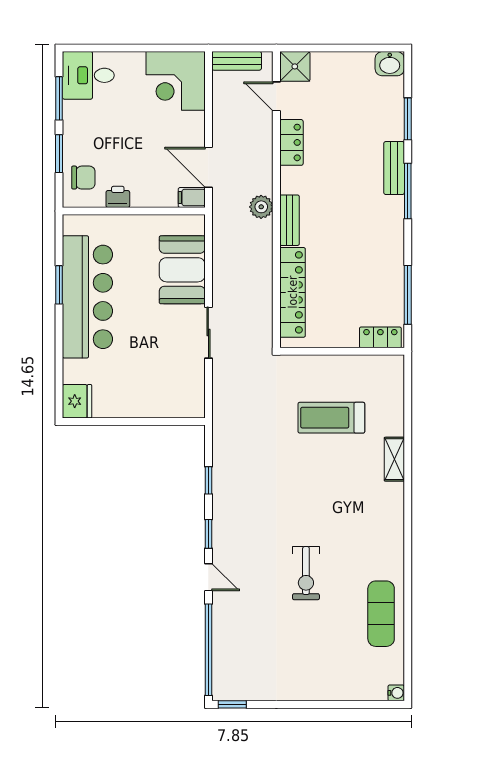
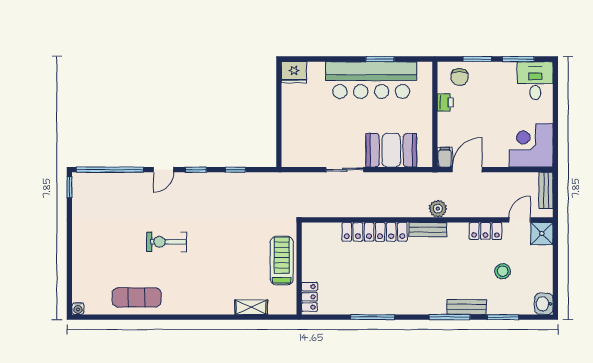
stool: (346, 119) -> (503, 271), added
locker: (380, 337) -> (309, 297), moved
wall: (342, 351) -> (299, 268), moved

